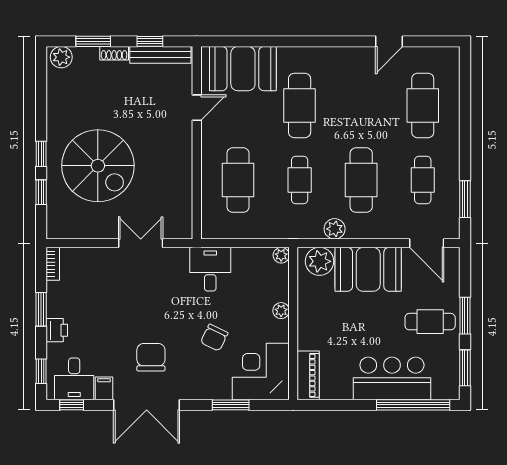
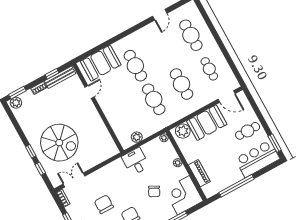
window: (93, 41) -> (17, 93), moved
cafe table: (238, 180) -> (126, 114), removed
cafe table: (300, 180) -> (154, 99), width x1.37, depth x1.35
window: (465, 199) -> (233, 67), removed
plant: (335, 229) -> (137, 137), moved
double door: (141, 243) -> (74, 180), moved
chair: (116, 312) -> (104, 204), added
window: (465, 316) -> (262, 120), removed
piano: (308, 375) -> (199, 173), moved
bar counter: (392, 378) -> (257, 159), moved
window: (413, 405) -> (236, 186), moved

